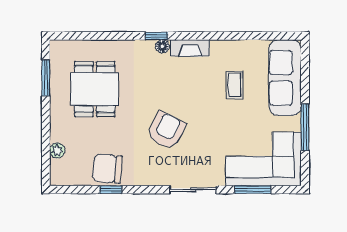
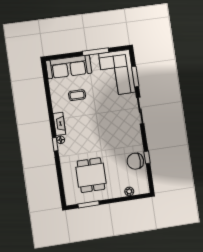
dining table: (95, 89) -> (91, 175), turned 90
armchair: (166, 130) -> (109, 131), removed
chair: (107, 169) -> (135, 161), turned 85

